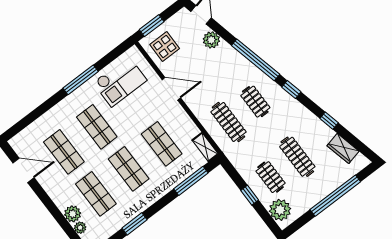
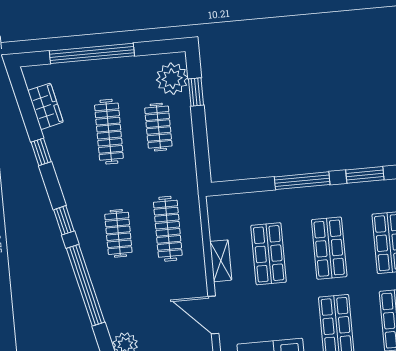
shelving: (205, 147) -> (221, 261), moved
window: (191, 181) -> (302, 181), moved
window: (250, 195) -> (196, 92), moved

